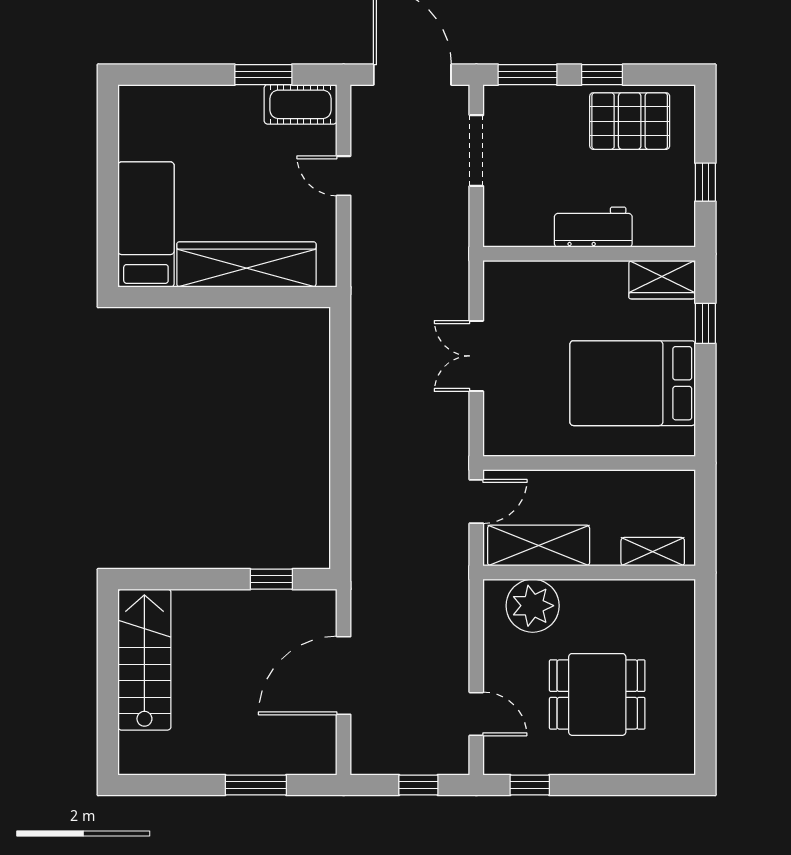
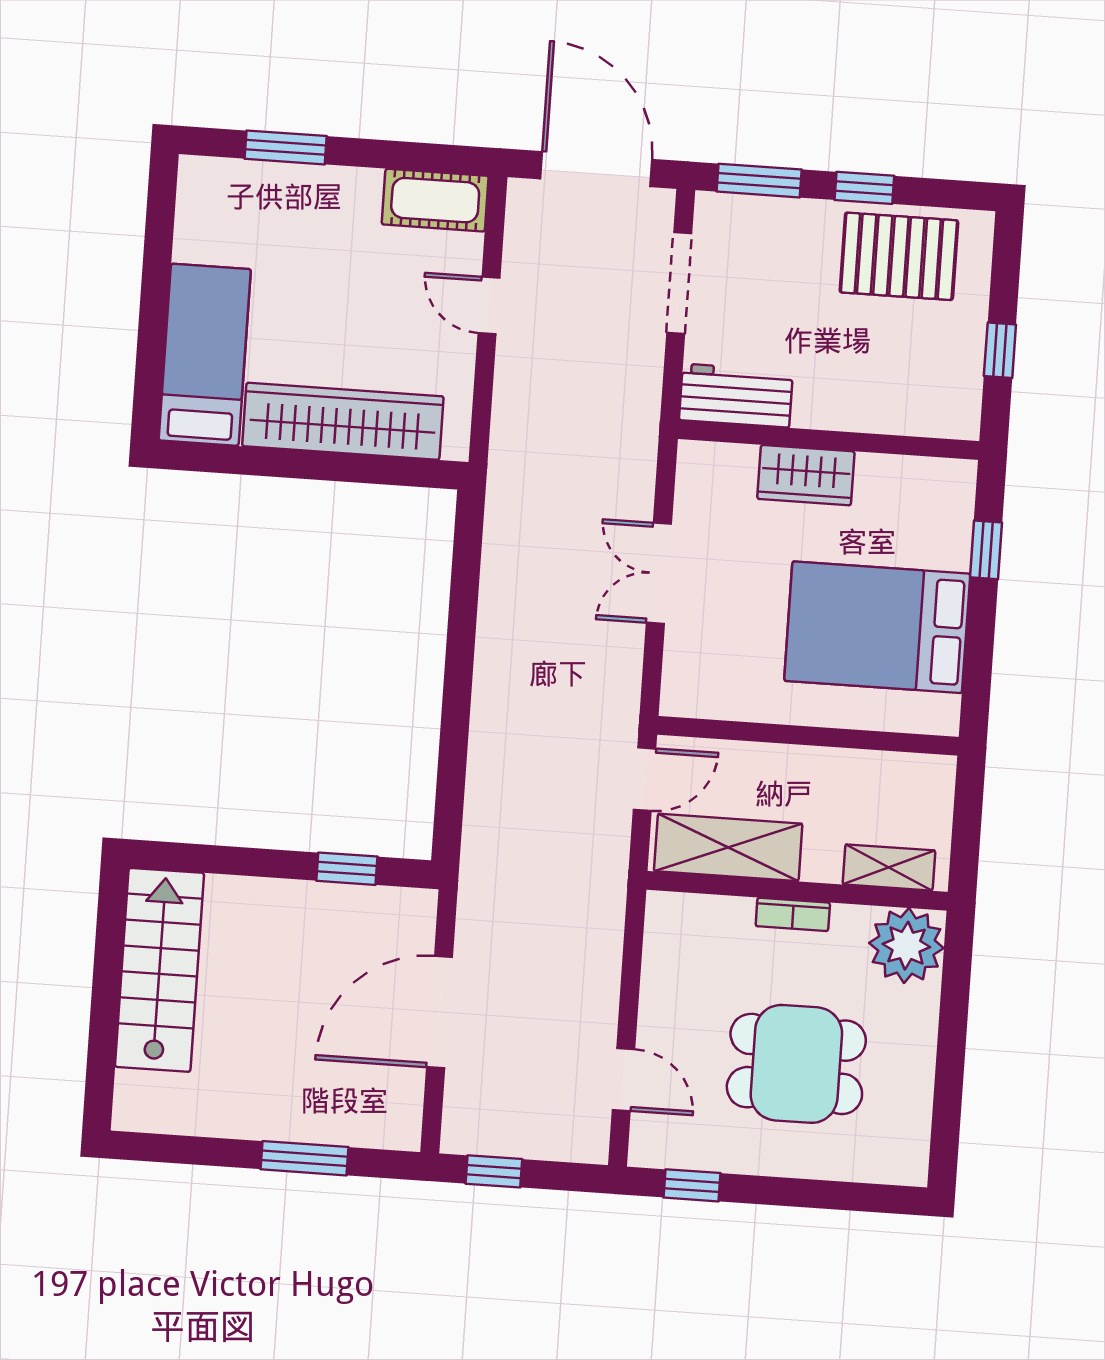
window: (263, 75) -> (286, 147), moved
workbench: (593, 227) -> (736, 396), moved
wardrobe: (662, 280) -> (806, 475), moved
bookcase: (587, 589) -> (793, 914), added
plant: (533, 606) -> (906, 946), moved
window: (418, 785) -> (494, 1171), moved

